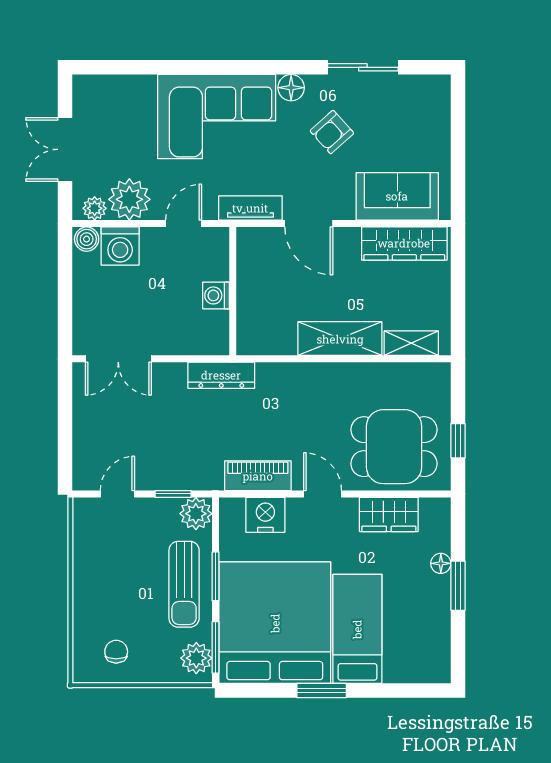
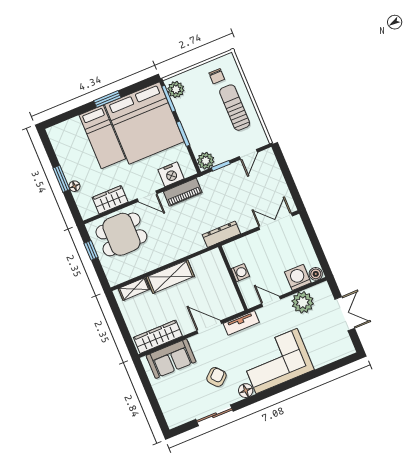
plant: (95, 208) -> (318, 291), removed
door: (184, 224) -> (271, 301), swing flipped
sun lounger: (184, 584) -> (235, 108), moved

